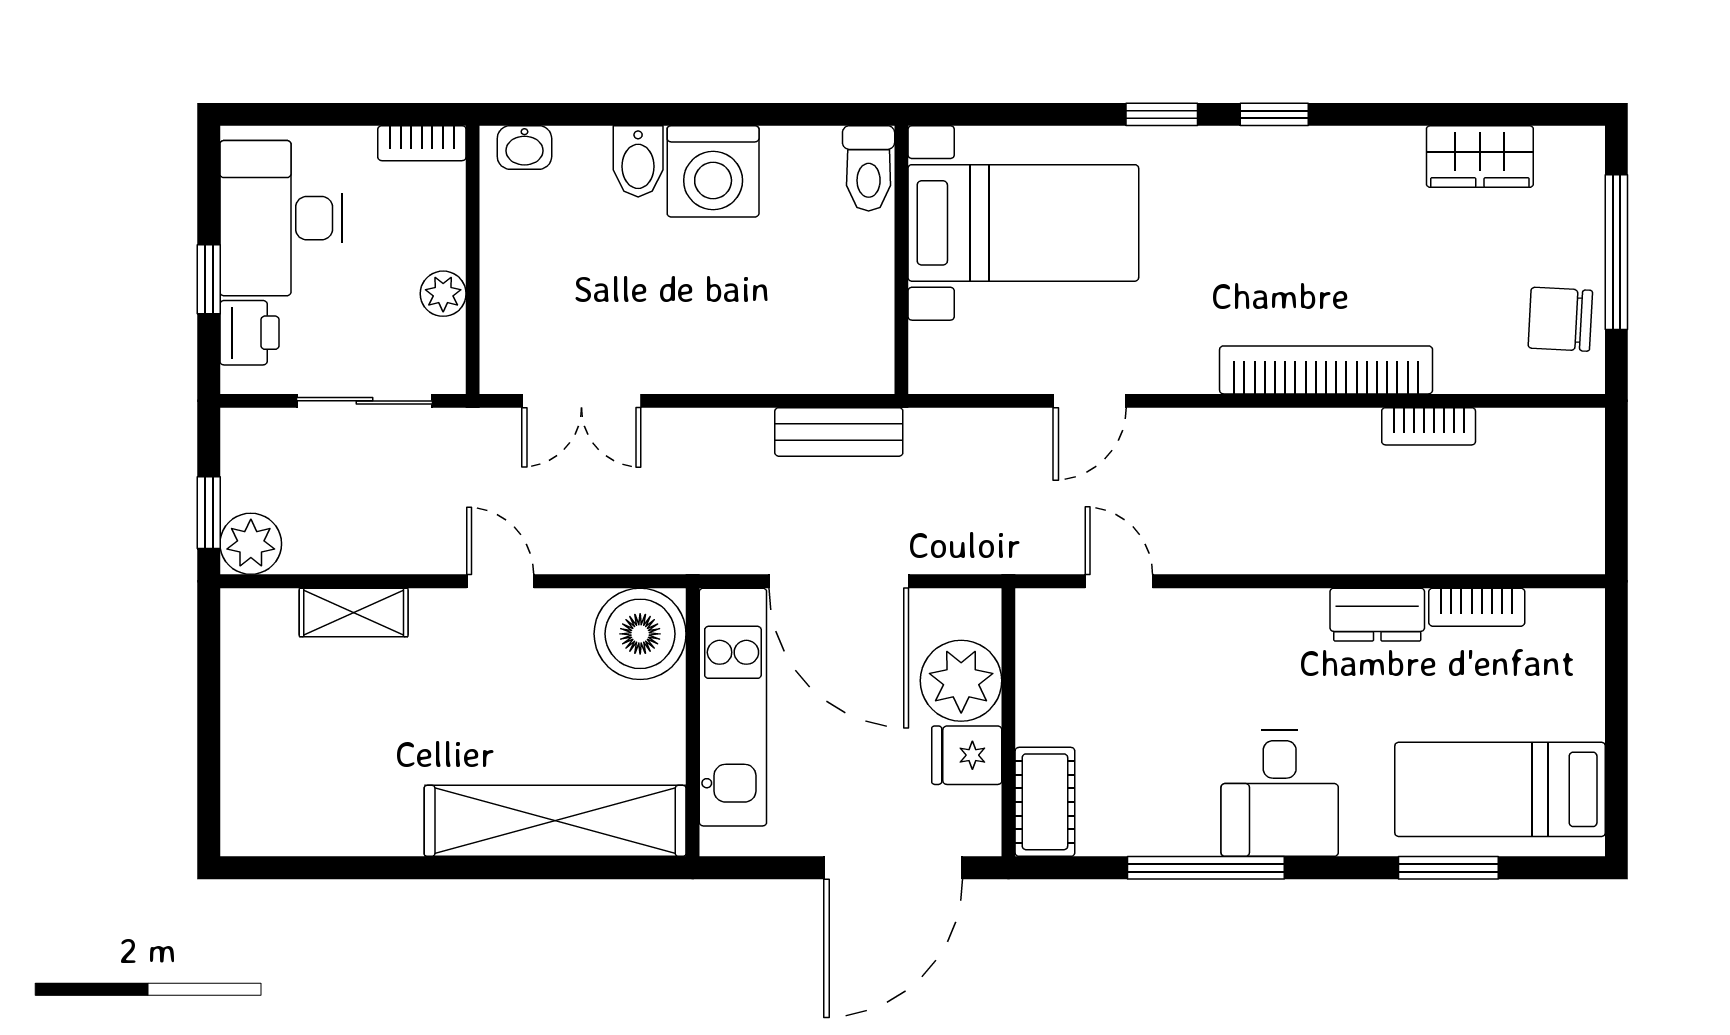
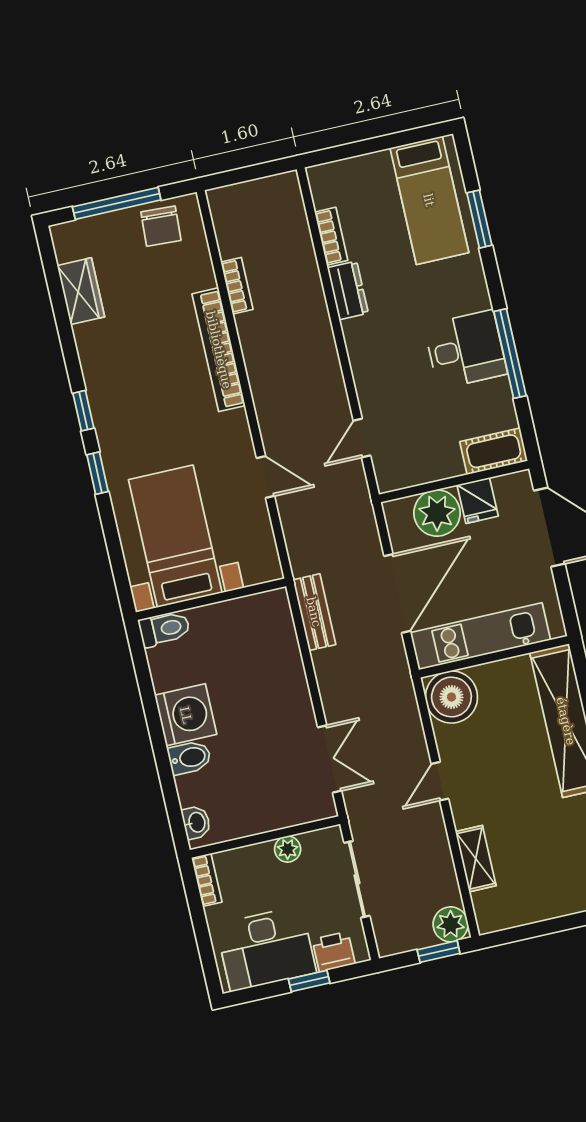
desk: (1280, 793) -> (466, 349), moved

